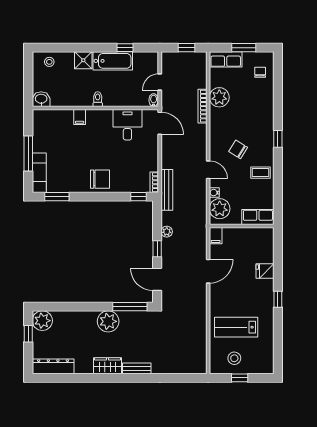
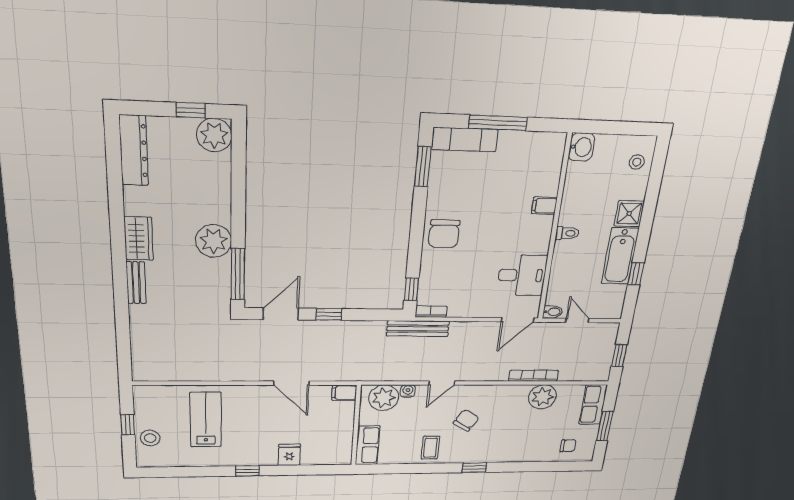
plant: (167, 232) -> (354, 328), removed
stool: (234, 358) -> (150, 438), moved

